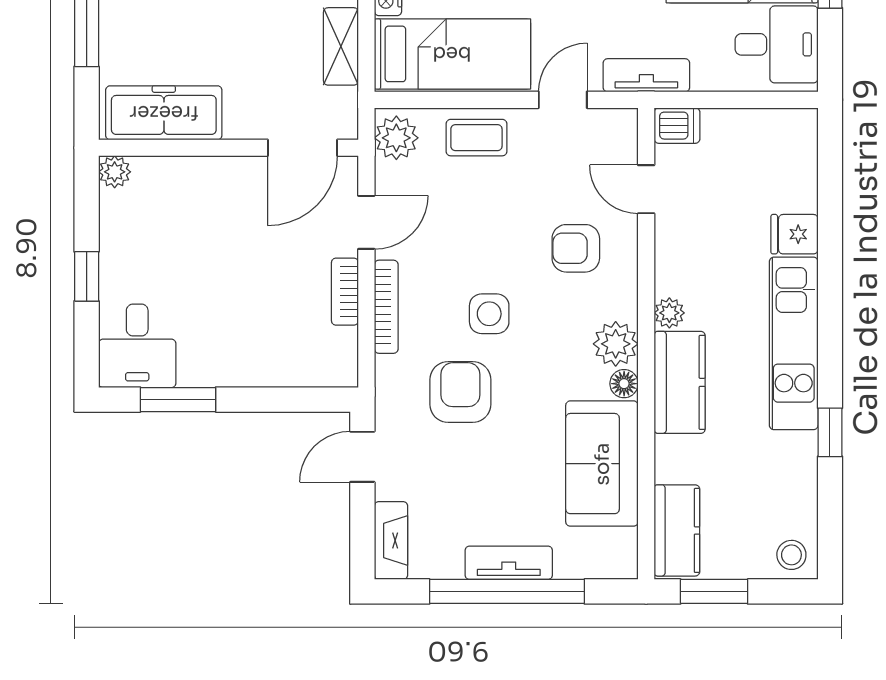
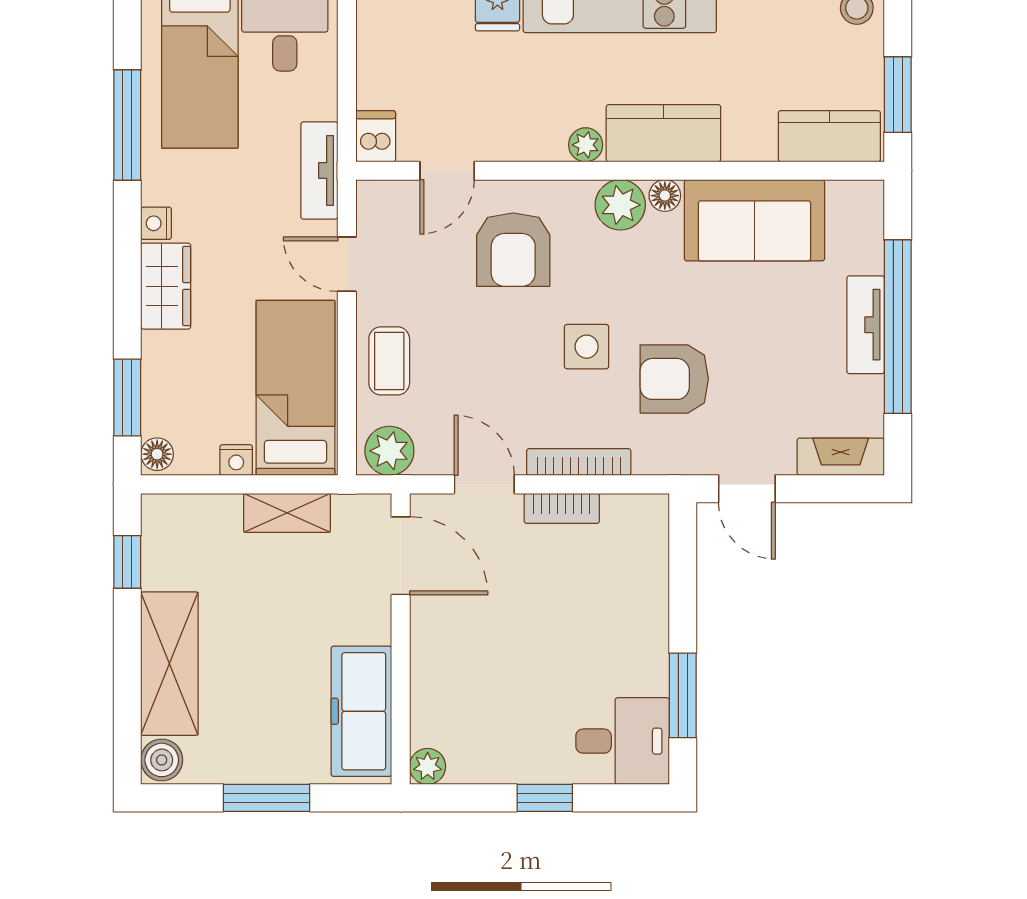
armchair: (576, 248) -> (513, 250), width x1.38, depth x1.38

